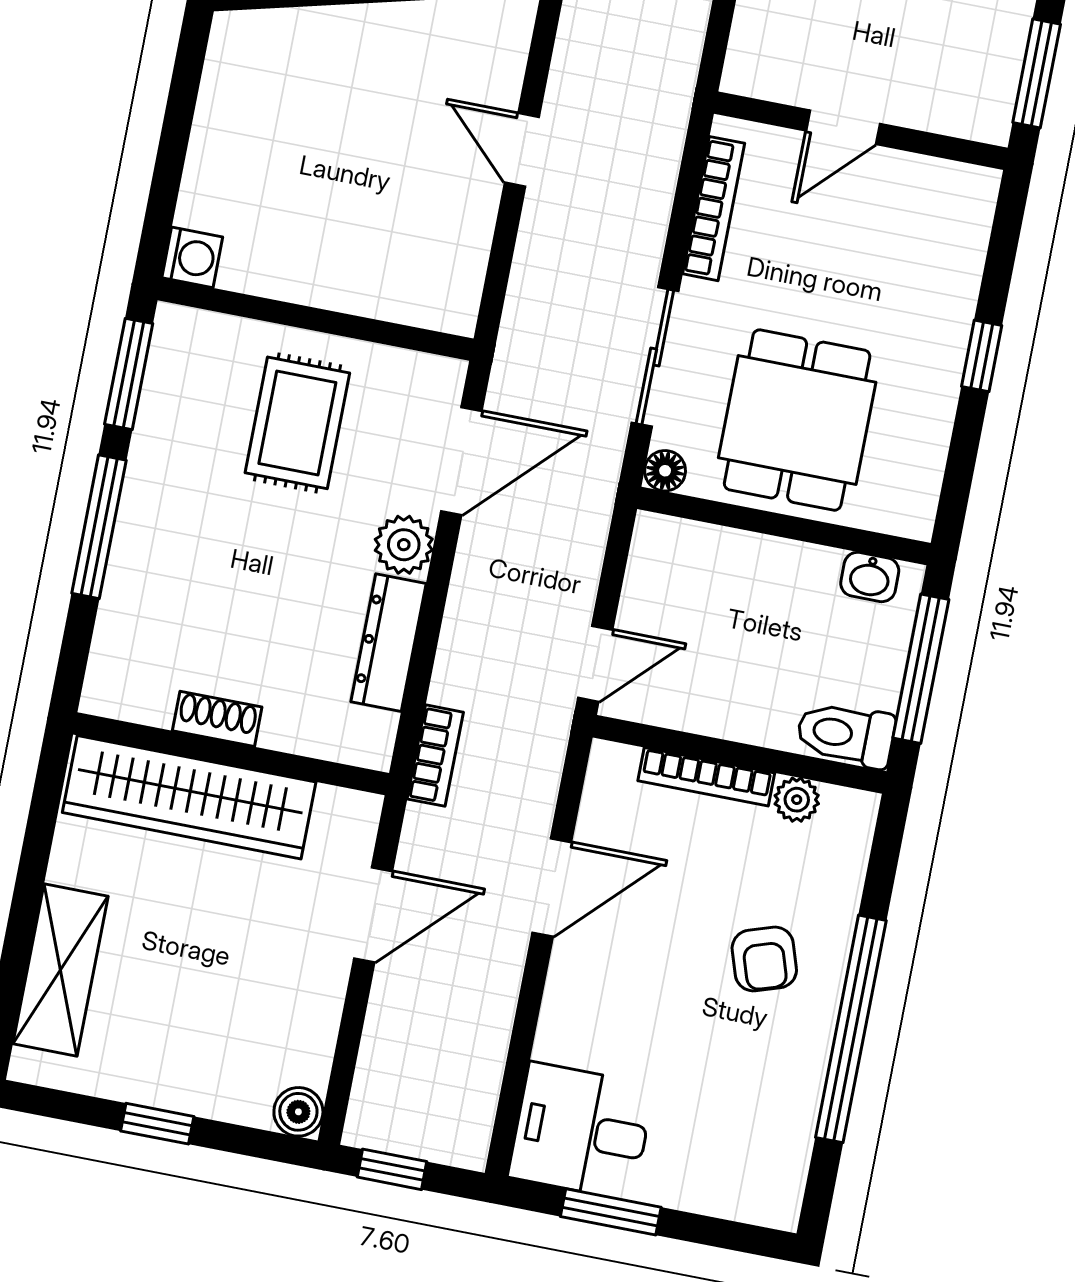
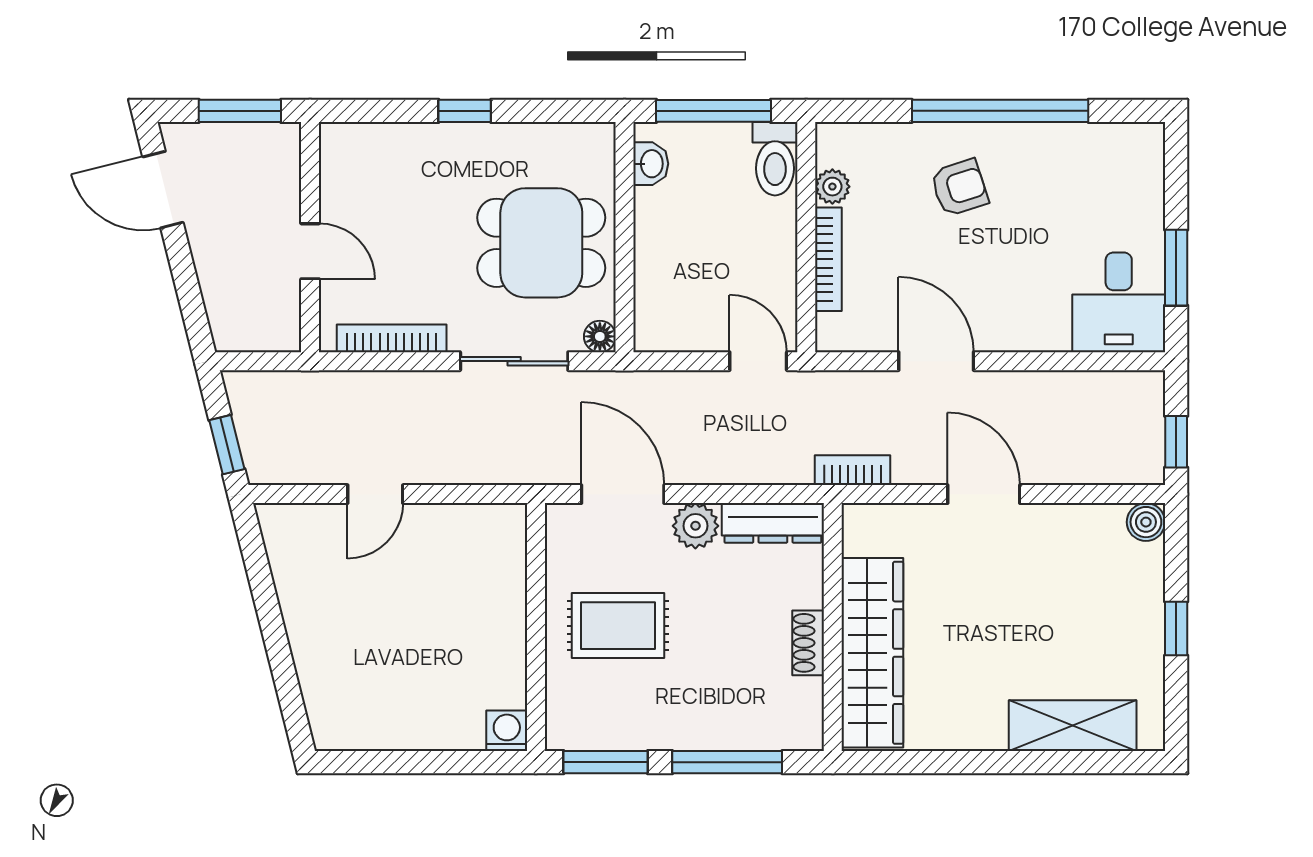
shoe rack: (217, 719) -> (808, 643), moved
wall: (231, 754) -> (833, 627), moved
wardrobe: (189, 797) -> (872, 653), moved

